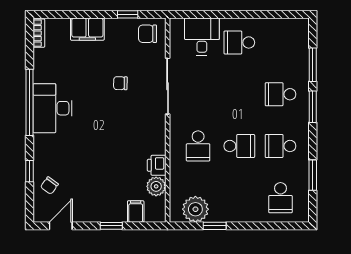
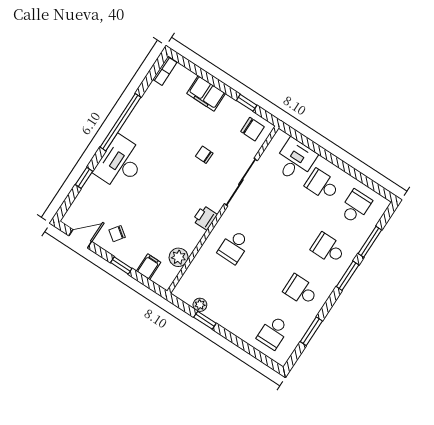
chair: (148, 34) -> (252, 129), turned 180
desk: (53, 108) -> (120, 163), moved
school desk: (239, 146) -> (355, 207), moved, turned -90
printer: (157, 165) -> (205, 218), moved
chair: (49, 186) -> (117, 234), moved
plant: (195, 209) -> (200, 305), width x0.53, depth x0.53

